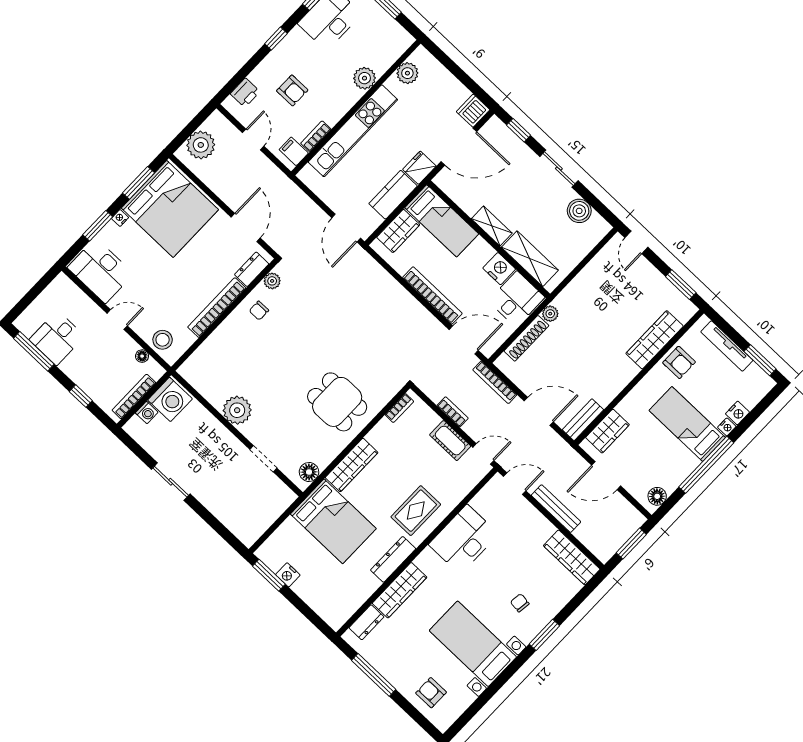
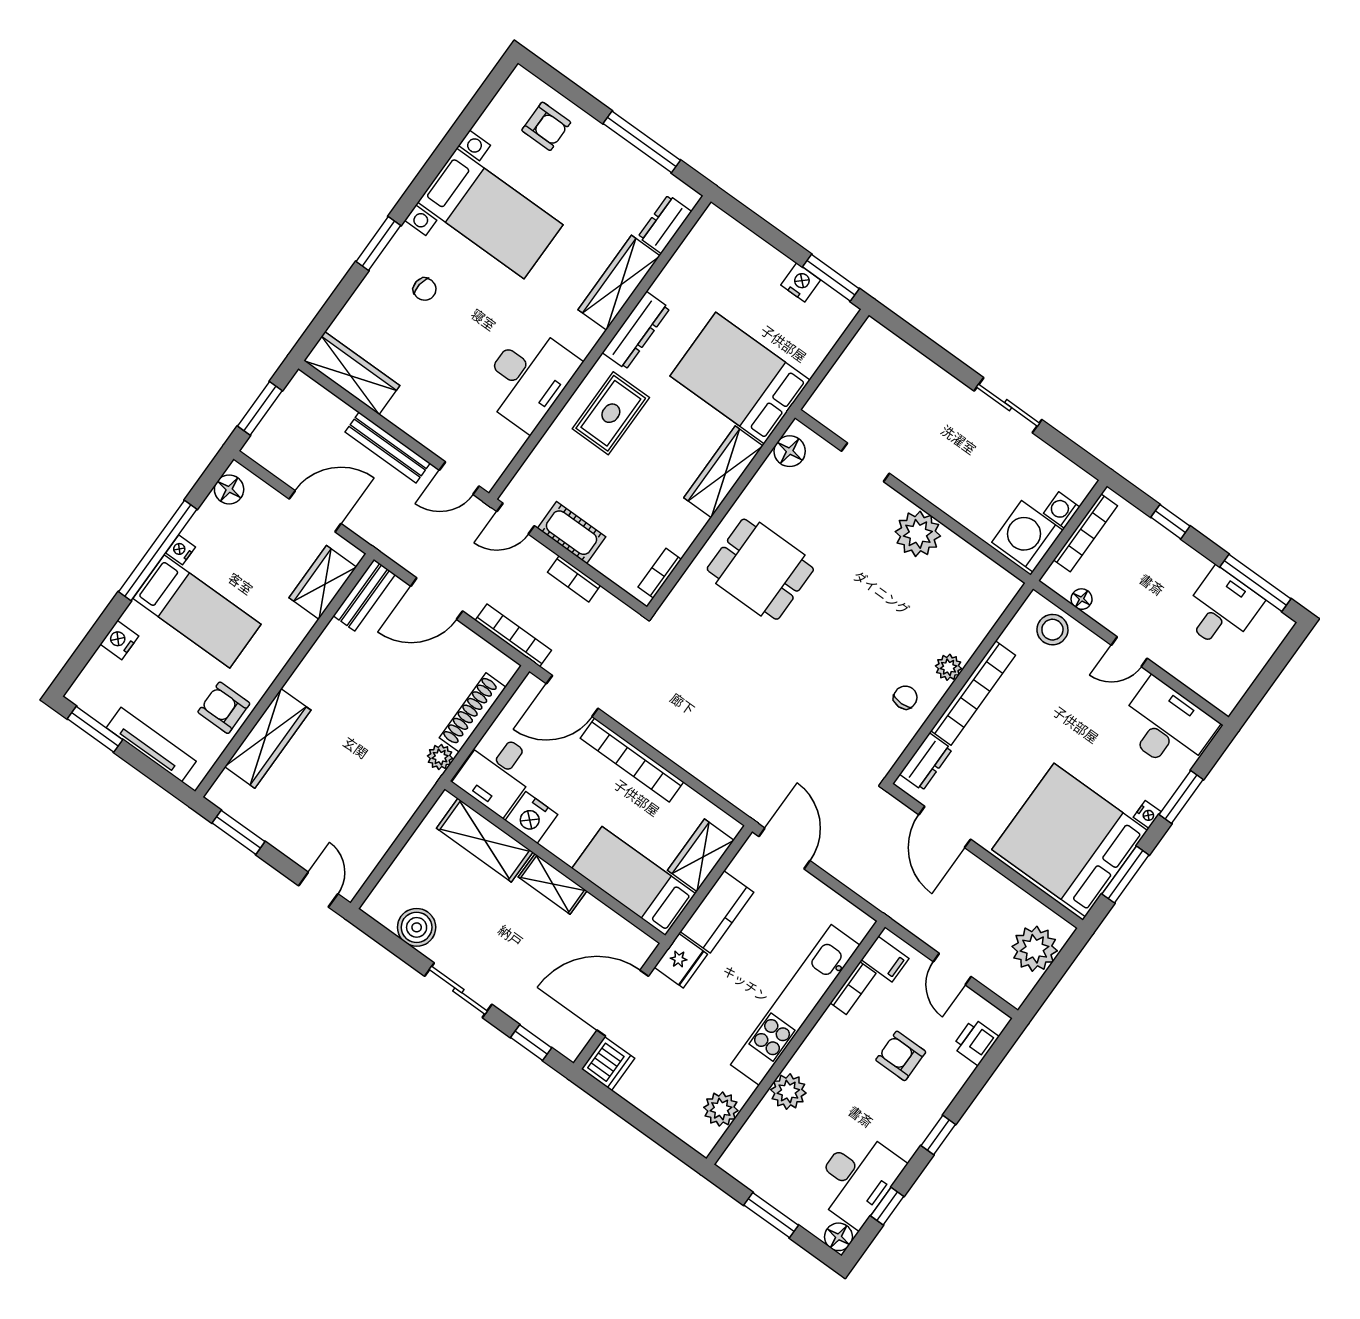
plant: (272, 281) -> (949, 667), moved
nightstand: (727, 427) -> (181, 550), moved

